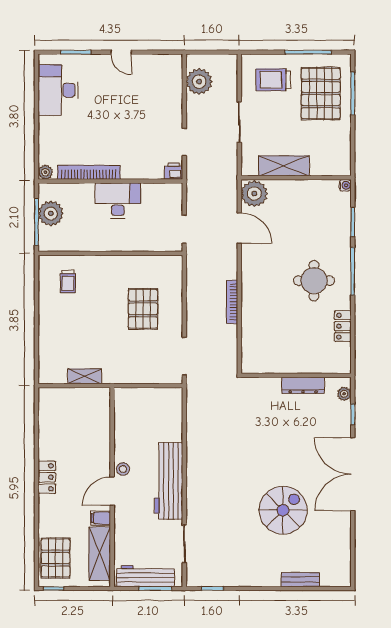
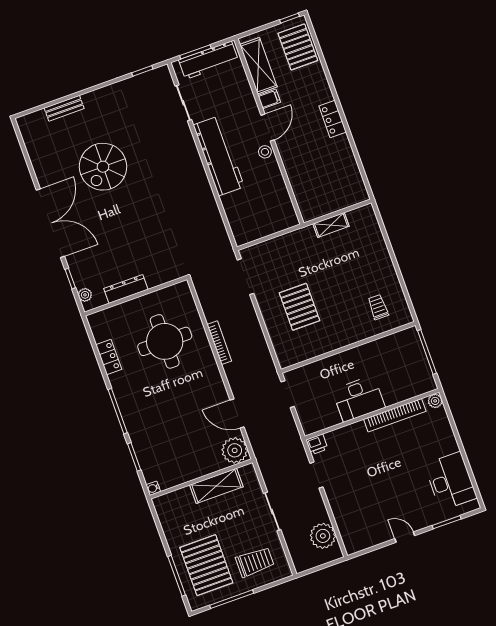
plant: (51, 213) -> (417, 365), removed
round table: (314, 281) -> (165, 341), moved, width x1.36, depth x1.36

